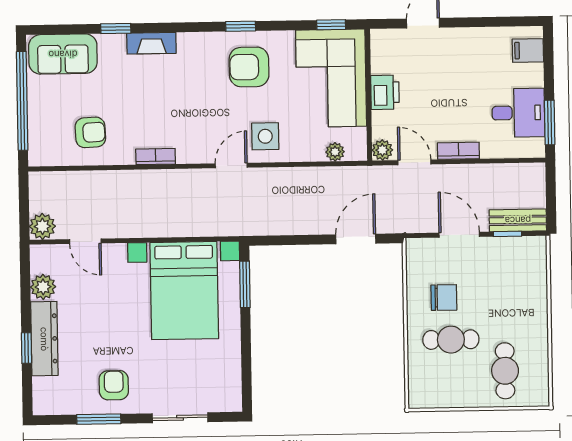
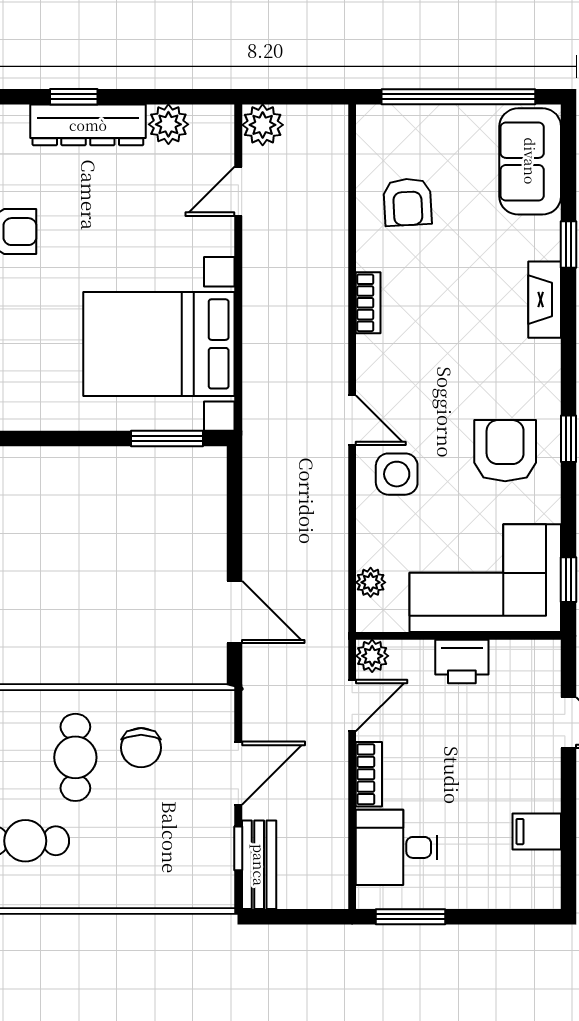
filing cabinet: (528, 50) -> (537, 832), moved, turned -90
desk: (518, 113) -> (397, 847), moved, turned 90

